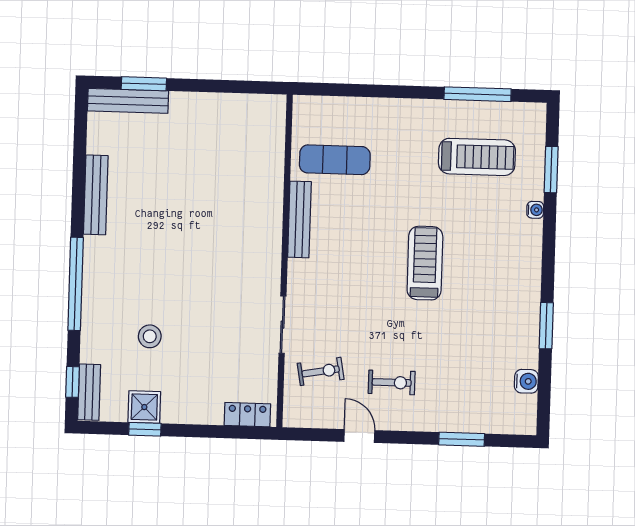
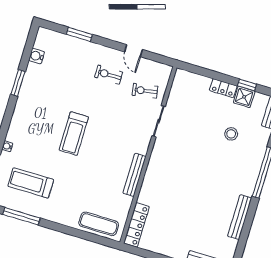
locker: (273, 133) -> (136, 225), added
exercise mat: (335, 160) -> (99, 224), moved
locker: (247, 415) -> (223, 88), moved

